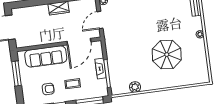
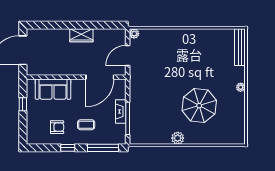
sofa: (46, 56) -> (53, 89), width x0.73
window: (16, 73) -> (23, 104), width x0.46
plant: (135, 87) -> (178, 138), moved

